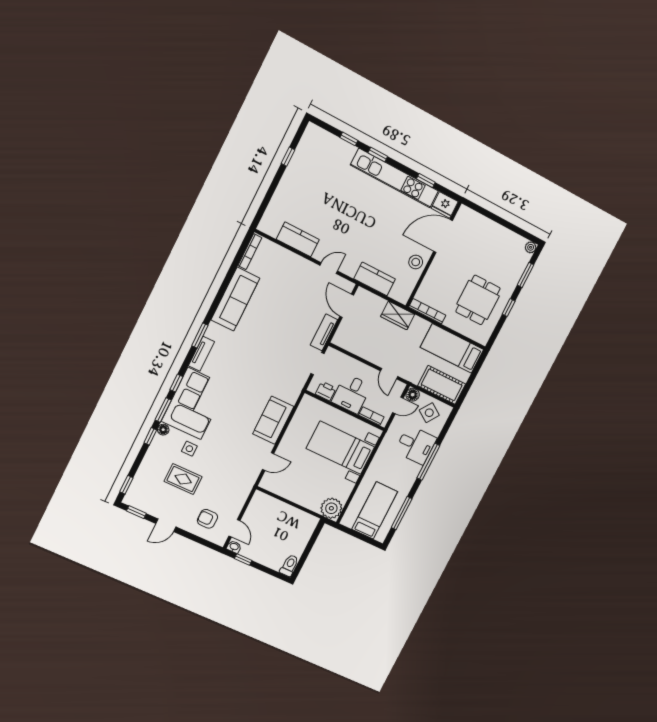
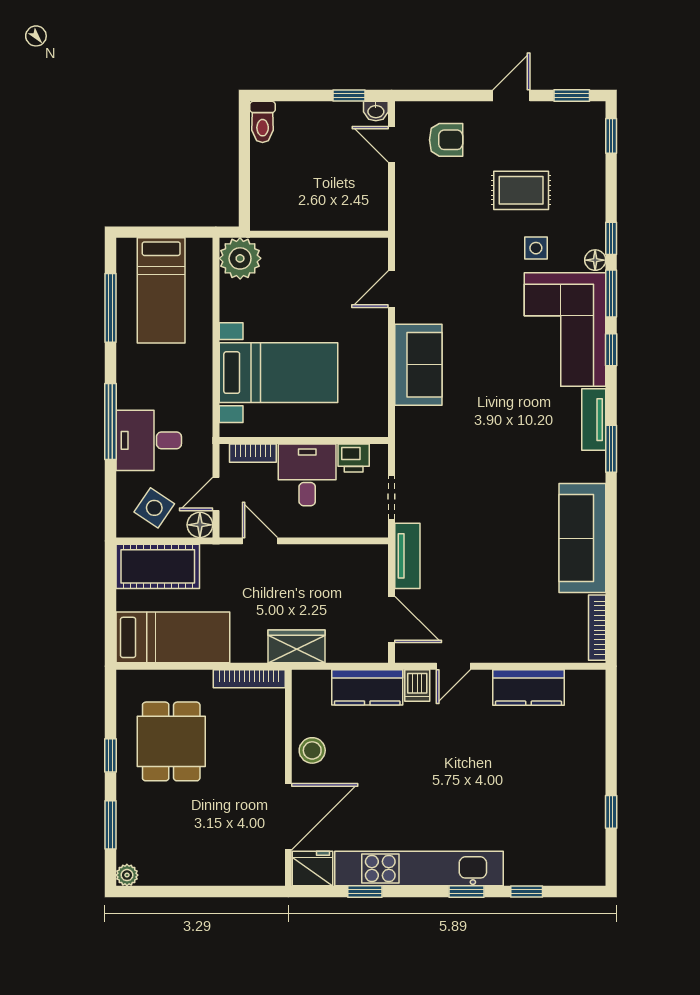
dishwasher: (351, 268) -> (417, 686), added

